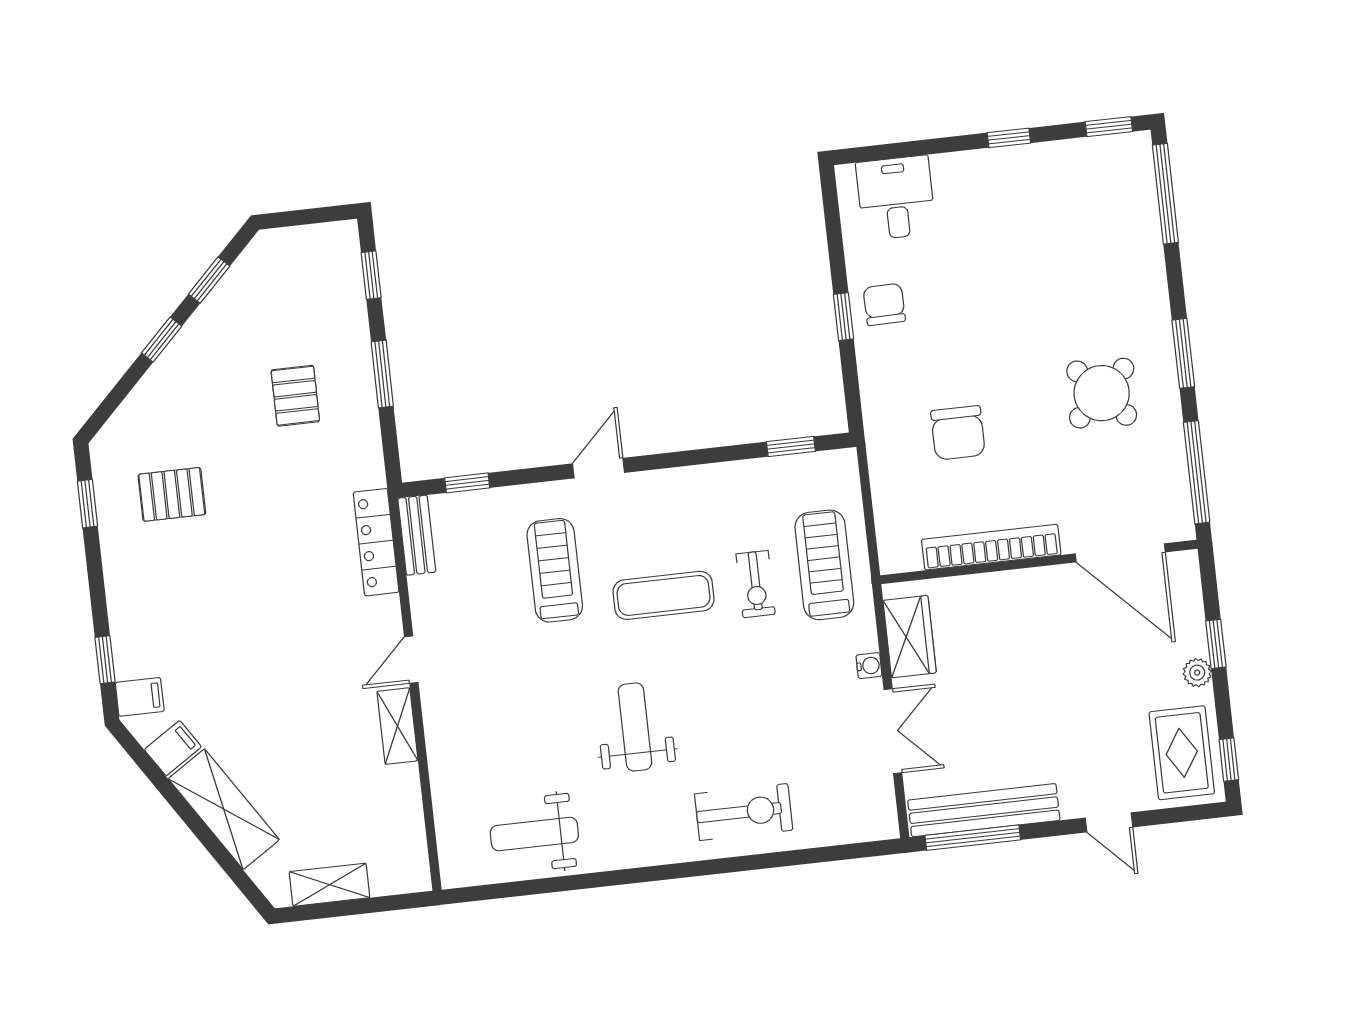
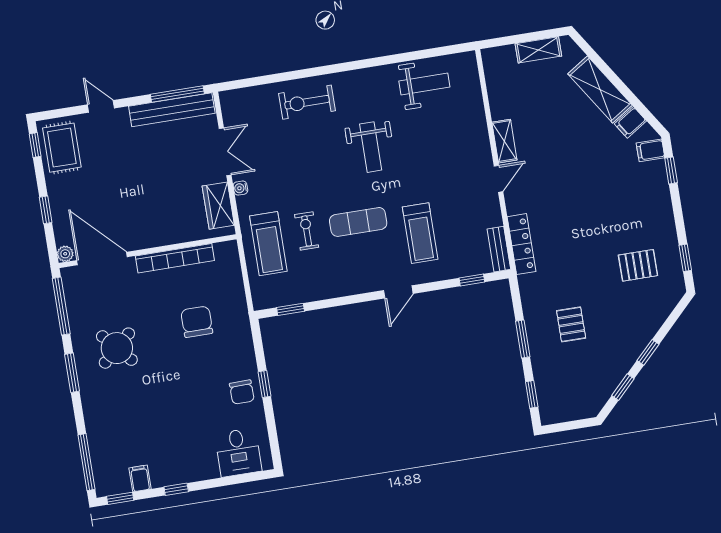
filing cabinet: (1072, 160) -> (140, 478), added
plant: (1197, 673) -> (65, 254), moved
double door: (893, 731) -> (225, 152), swing flipped

